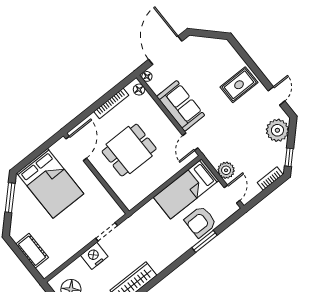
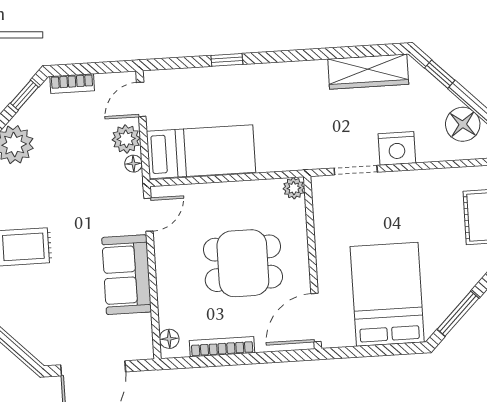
floor lamp: (147, 76) -> (133, 164), moved
plant: (130, 203) -> (294, 188), added
armchair: (200, 222) -> (213, 92), removed
window: (204, 241) -> (227, 60), width x0.67

